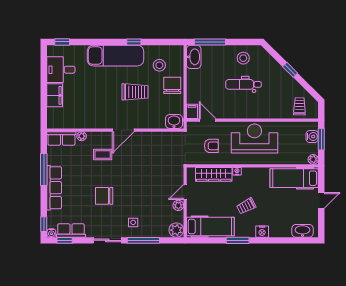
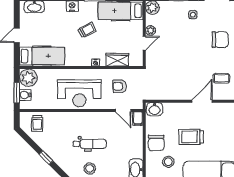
plant: (313, 159) -> (28, 78), width x1.87, depth x1.87
wardrobe: (214, 174) -> (117, 60), width x0.67

